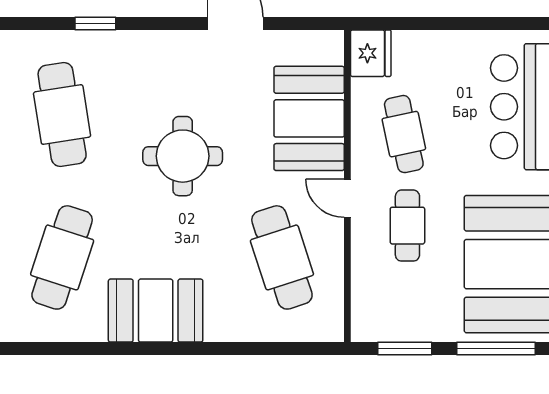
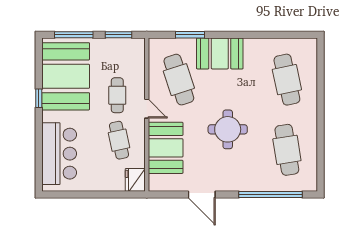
window: (95, 23) -> (271, 195), width x3.17
cafe table: (62, 257) -> (287, 80), turned -30
booth: (156, 311) -> (220, 53), moved
window: (259, 349) -> (190, 35), added

